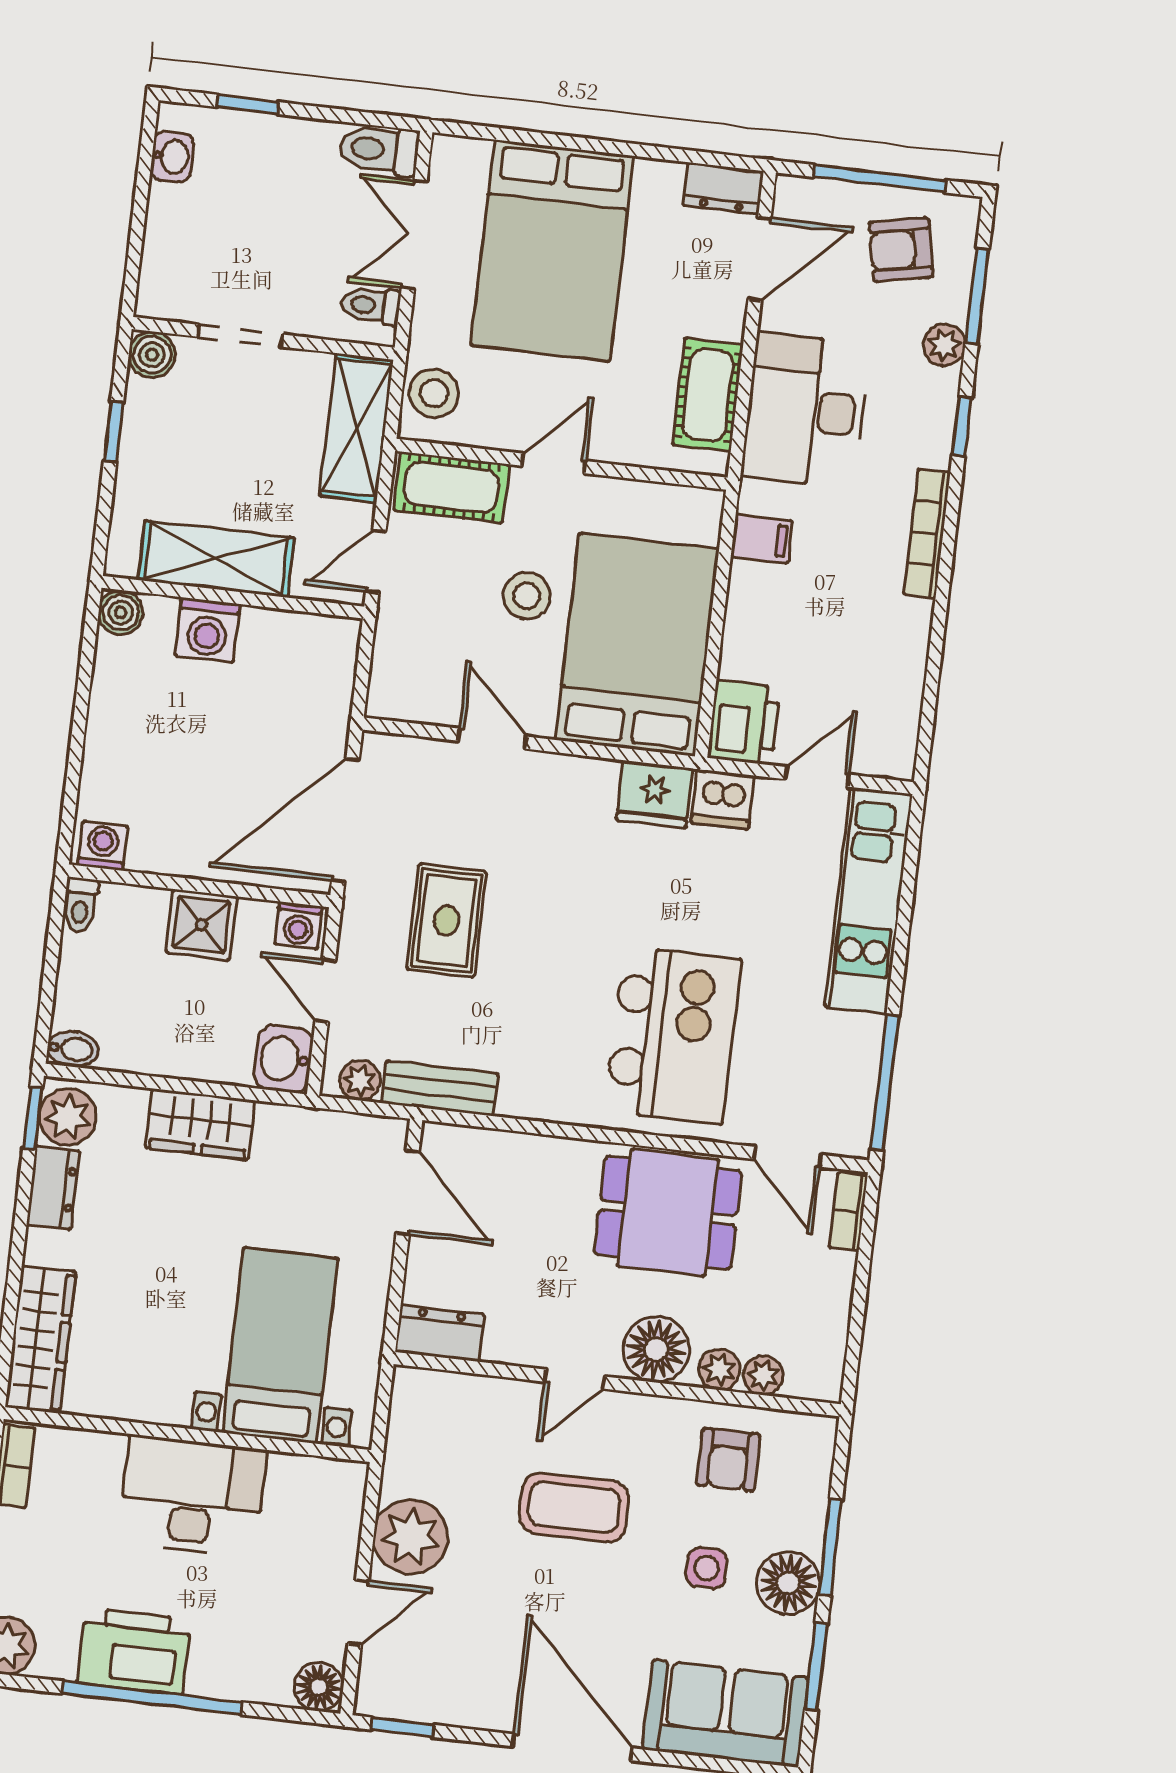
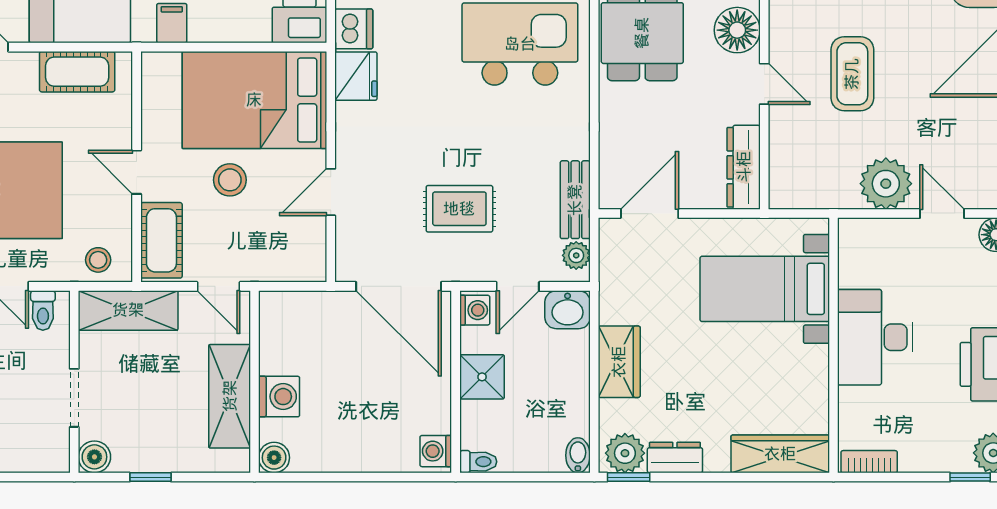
stool: (434, 393) -> (98, 260), width x0.73, depth x0.73
dresser: (440, 1333) -> (744, 167), width x1.44

